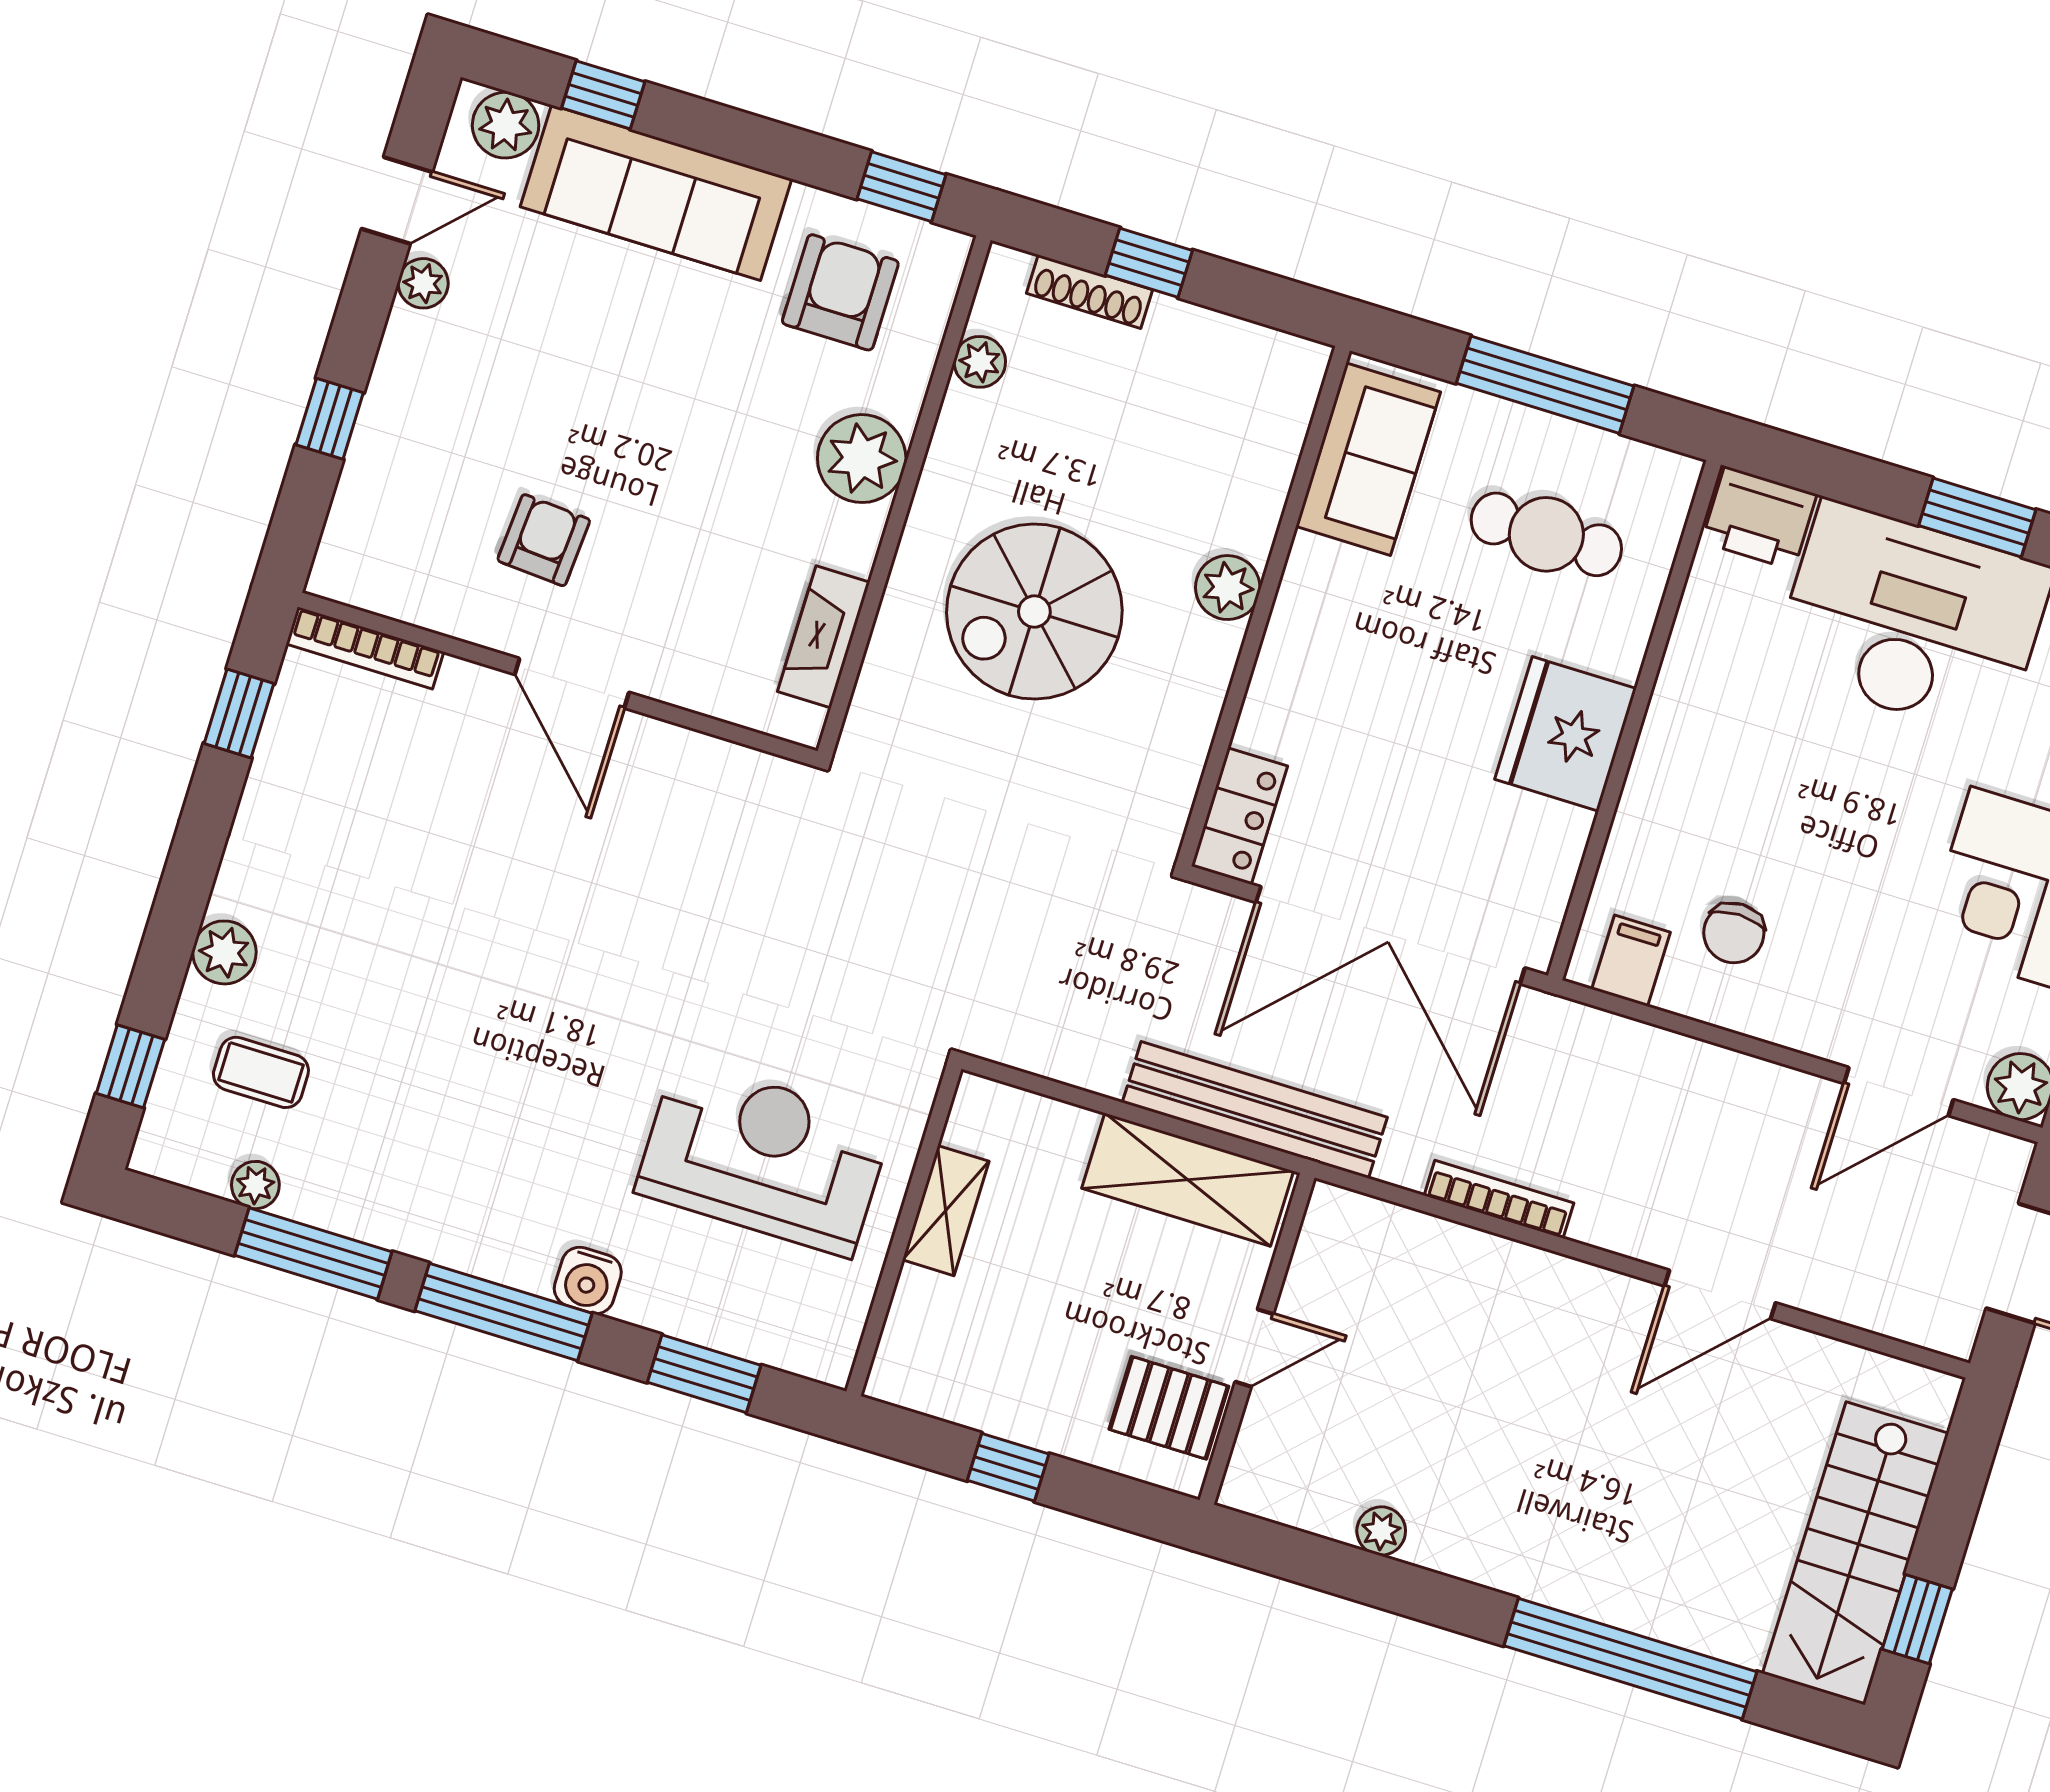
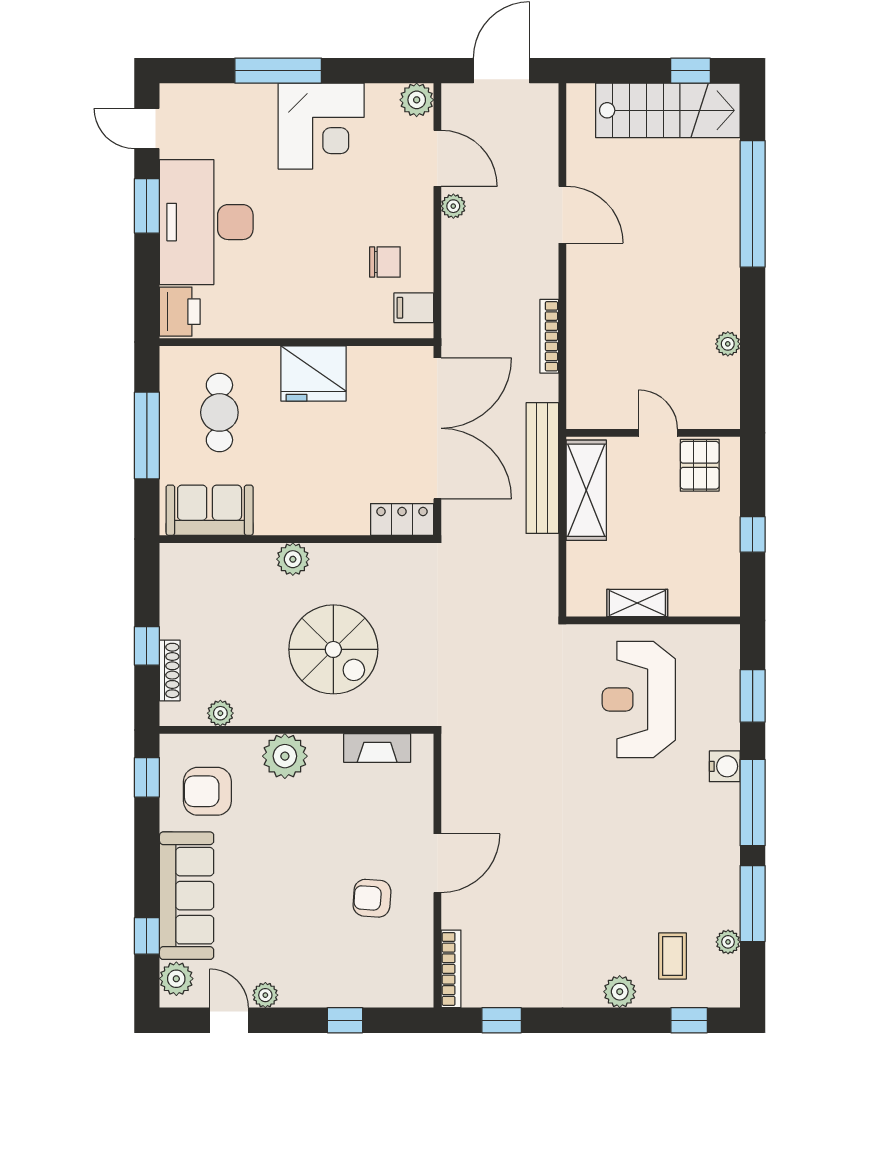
plant: (1799, 1094) -> (453, 206), added

